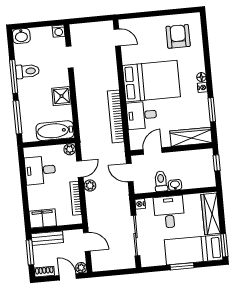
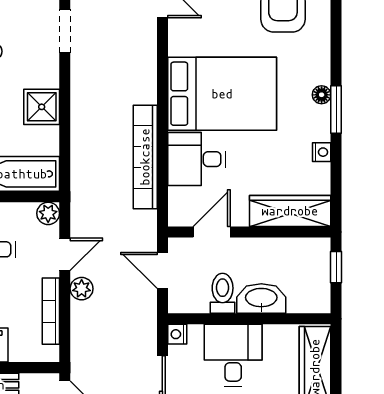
nightstand: (202, 87) -> (322, 152), moved
window: (212, 110) -> (336, 109), moved
washbasin: (175, 185) -> (261, 298), width x1.91, depth x1.45

